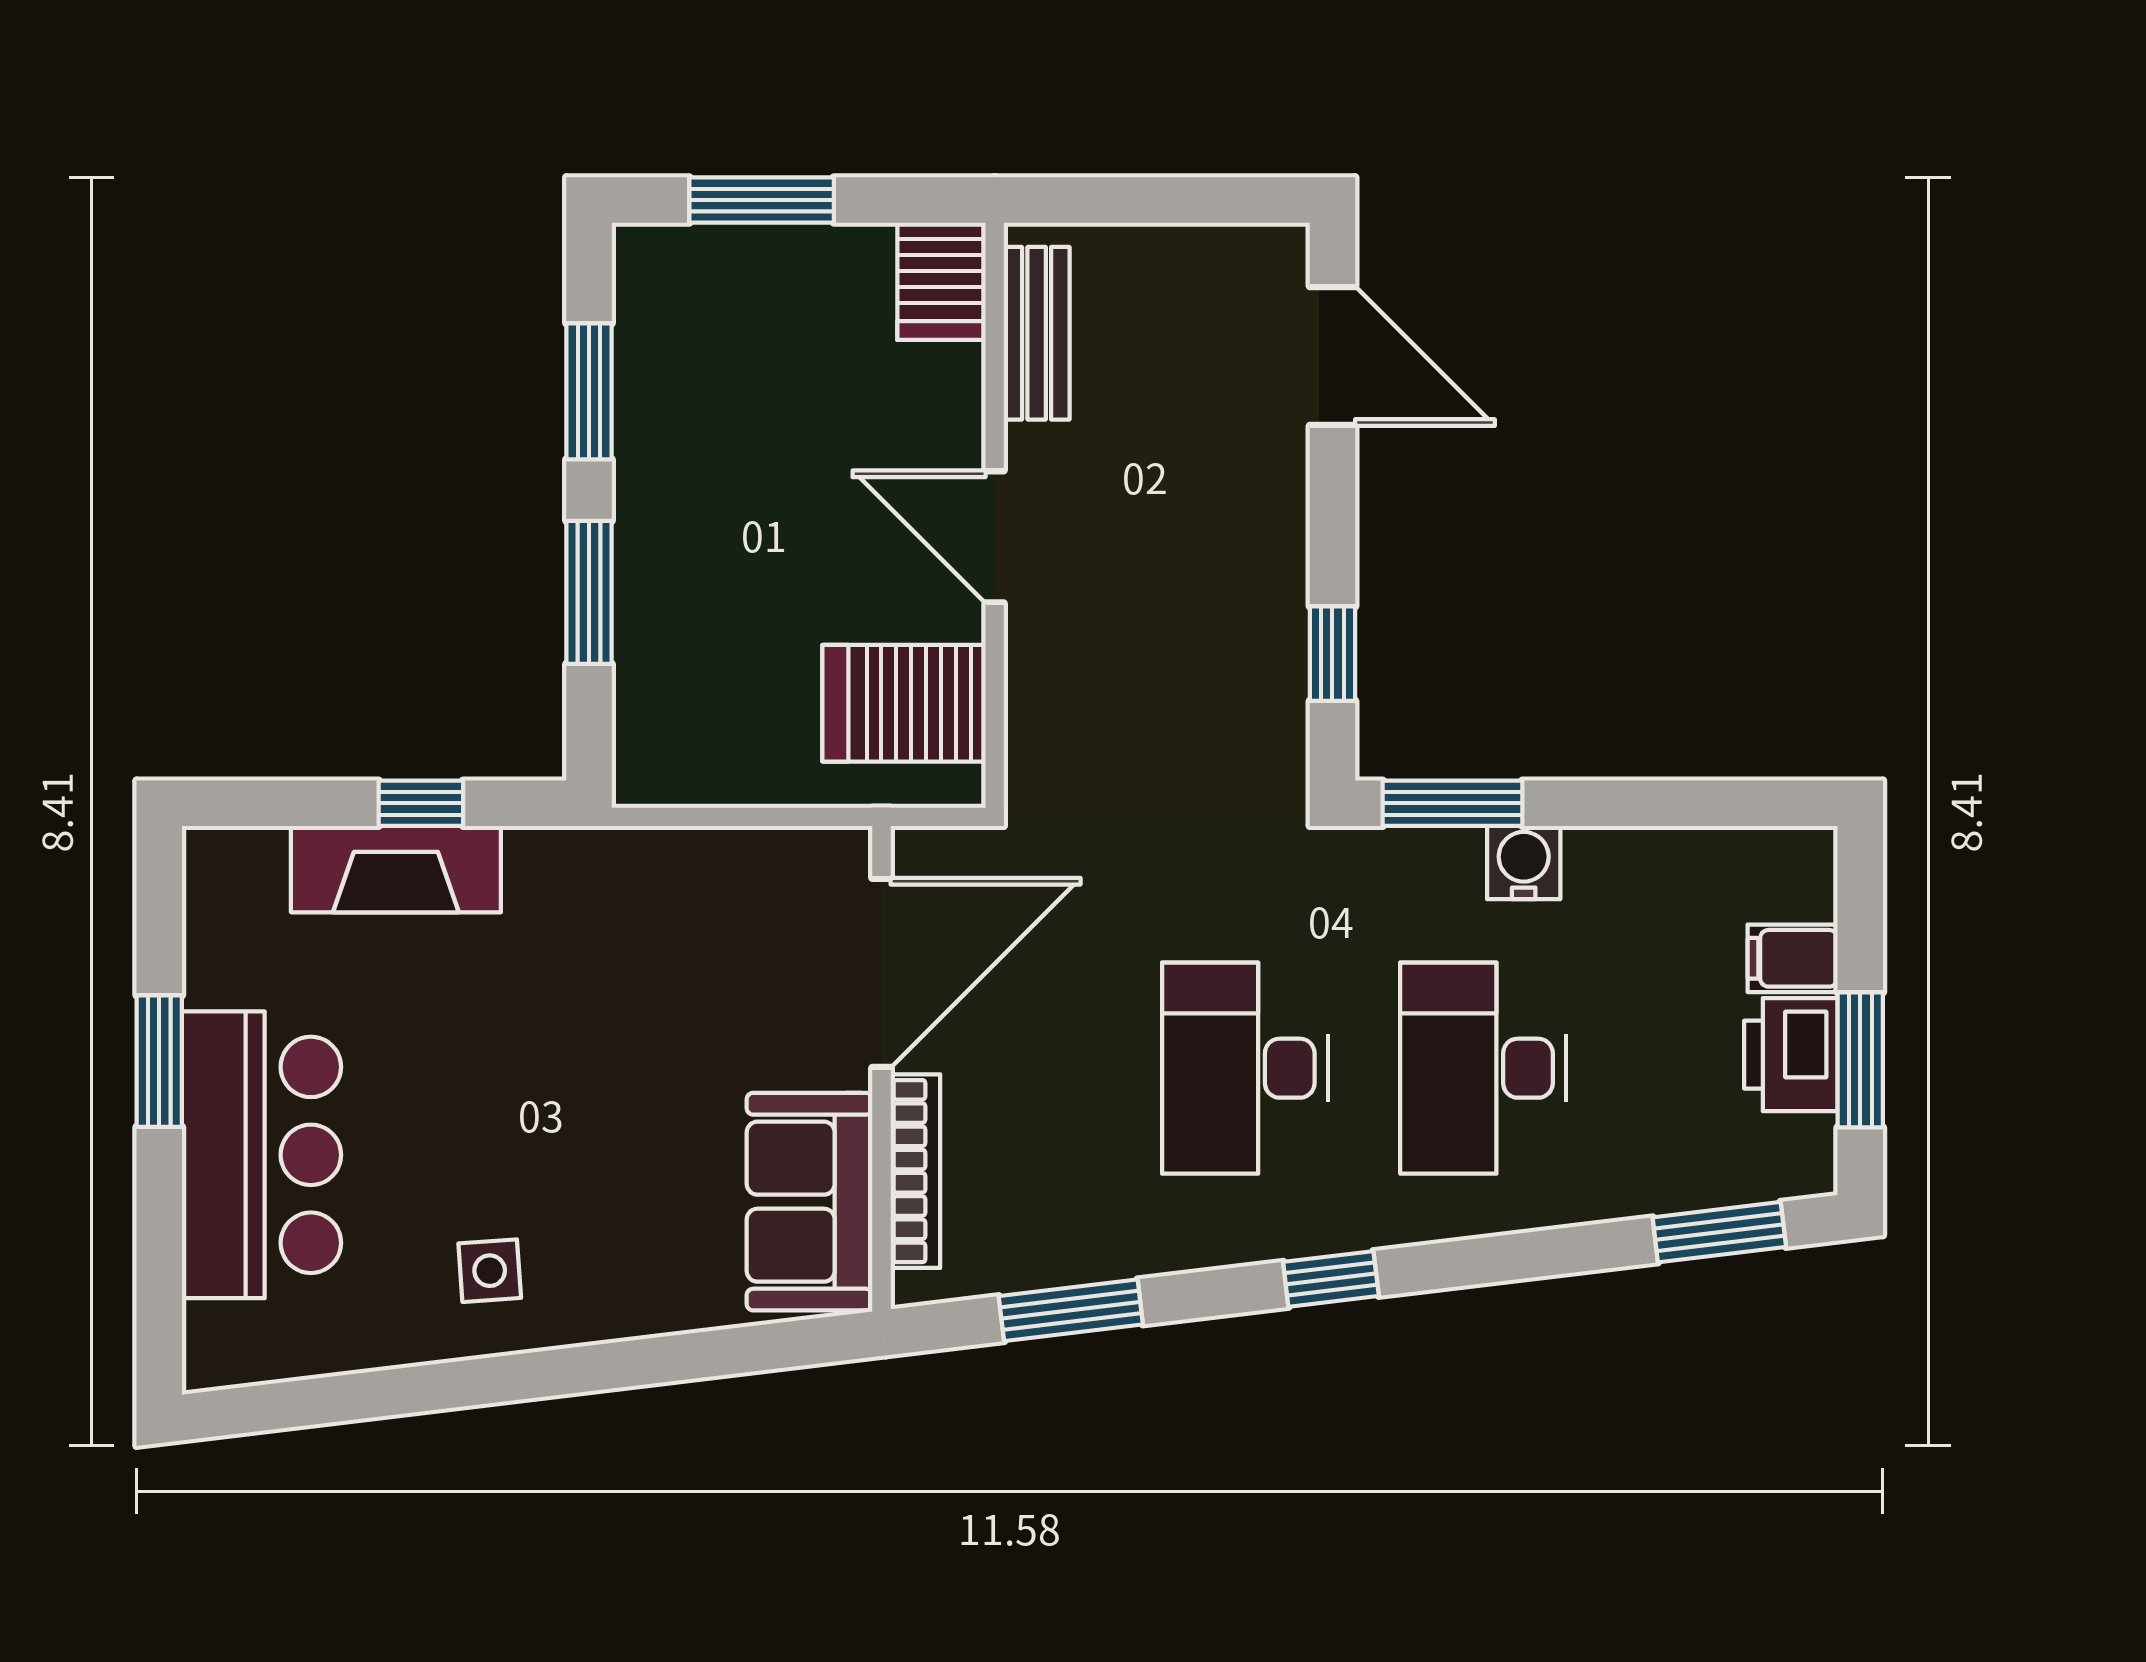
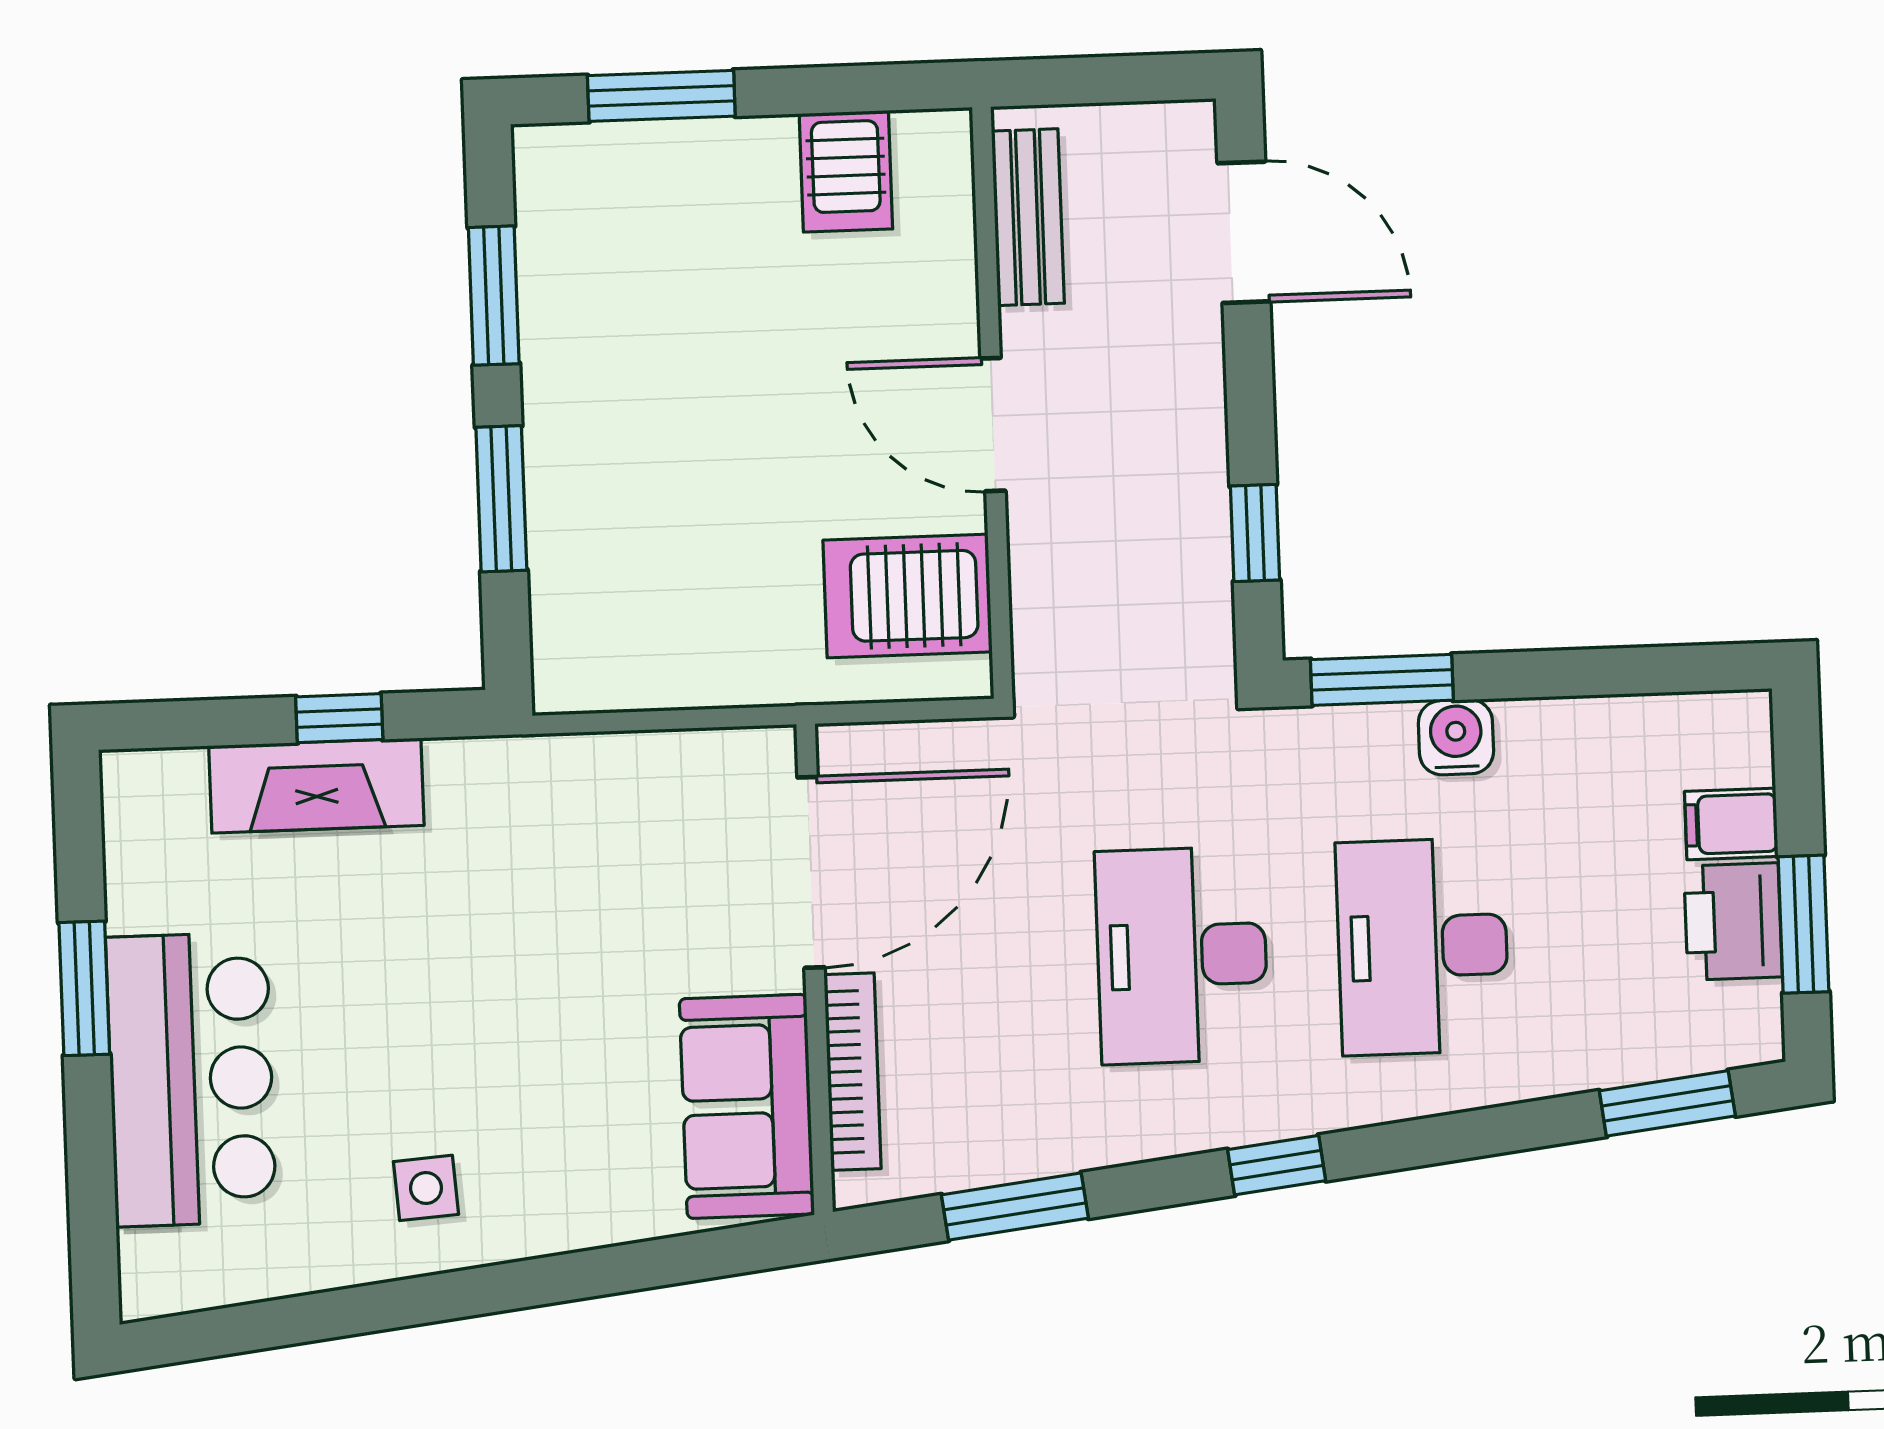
bench: (1037, 333) -> (1028, 217), moved
wall: (995, 515) -> (992, 403), moved
door: (995, 537) -> (993, 425), moved
server rack: (904, 703) -> (908, 596), moved

